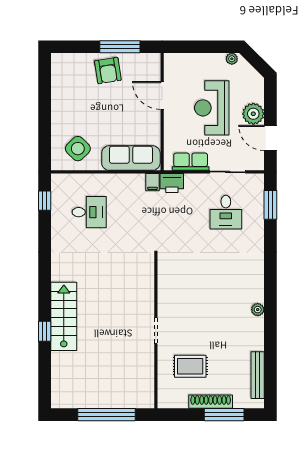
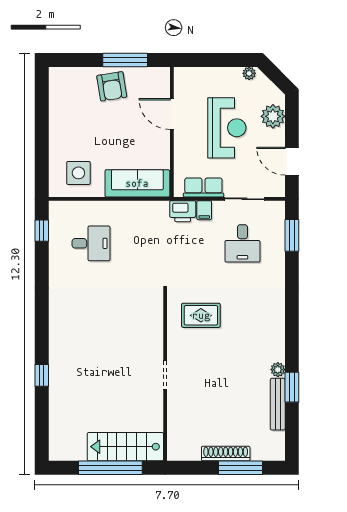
reception desk: (212, 108) -> (227, 128), turned 180
plant: (253, 114) -> (273, 116), moved
side table: (78, 149) -> (78, 173), turned 45
filing cabinet: (152, 182) -> (204, 210), moved
plant: (258, 310) -> (278, 370), moved
stairs: (64, 316) -> (125, 447), moved, turned -90
window: (270, 342) -> (292, 387), added
rug: (190, 366) -> (201, 315), moved
bench: (258, 375) -> (278, 404), moved

